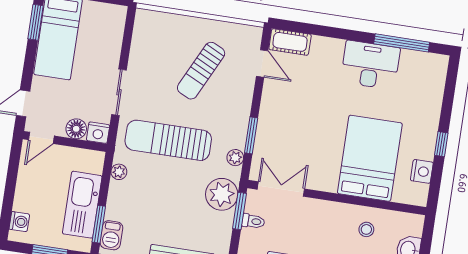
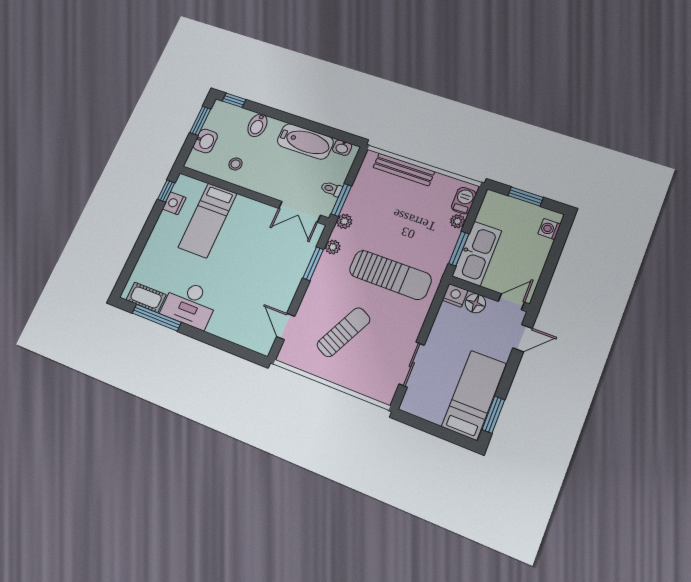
cot: (290, 42) -> (146, 297), moved
sliding door: (119, 92) -> (412, 365), moved
window: (441, 144) -> (166, 191), moved
bed: (370, 158) -> (208, 220), width x0.67
plant: (119, 172) -> (458, 221), moved
plant: (222, 194) -> (344, 221), width x0.53, depth x0.53
kitchen sink: (82, 205) -> (477, 253), moved
window: (99, 224) -> (459, 249), moved

